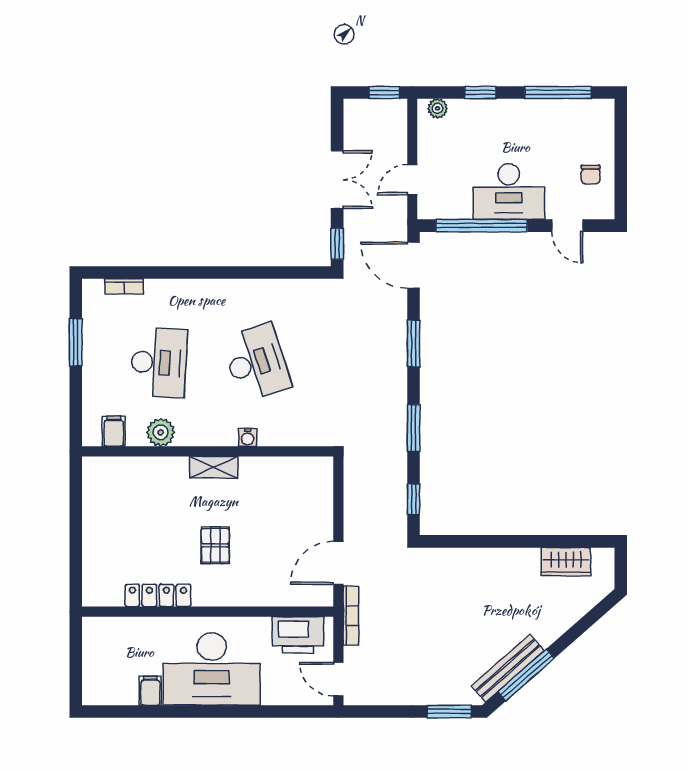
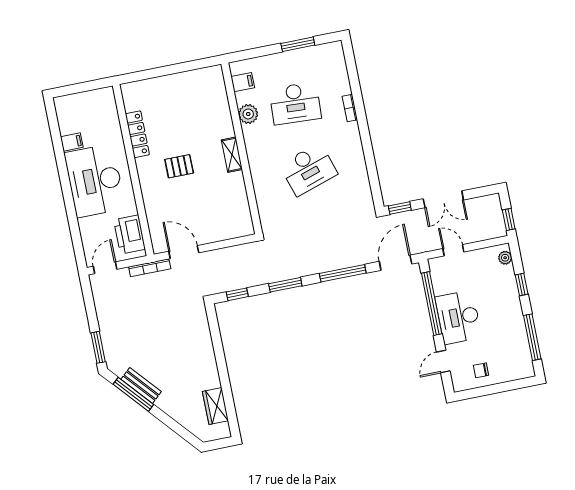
bookcase: (124, 286) -> (350, 108), moved
window: (414, 343) -> (343, 273), width x1.44
water cooler: (248, 437) -> (256, 174), removed
bench: (508, 668) -> (141, 385), width x0.73

